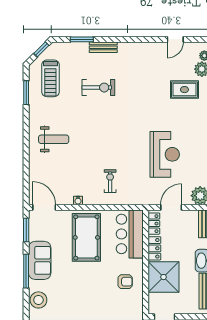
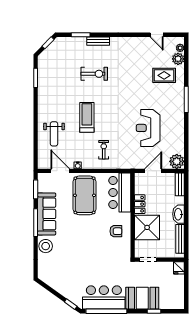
door: (175, 39) -> (157, 35), hinge flipped
treadmill: (50, 78) -> (87, 117), moved, turned 180
weight bench: (54, 139) -> (54, 134), moved, turned 90
reception desk: (165, 154) -> (148, 128), turned 180
door: (44, 207) -> (60, 171), moved
locker: (154, 224) -> (139, 184), removed
sofa: (40, 260) -> (47, 214), width x1.36

